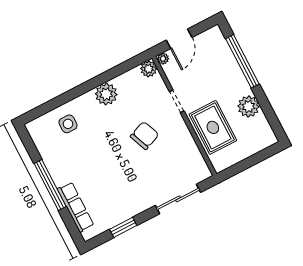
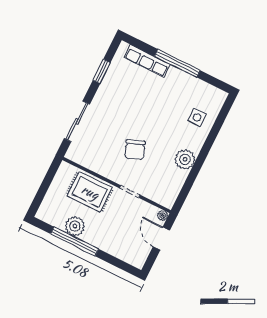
window: (242, 61) -> (75, 241), moved
plant: (149, 69) -> (168, 200), removed

